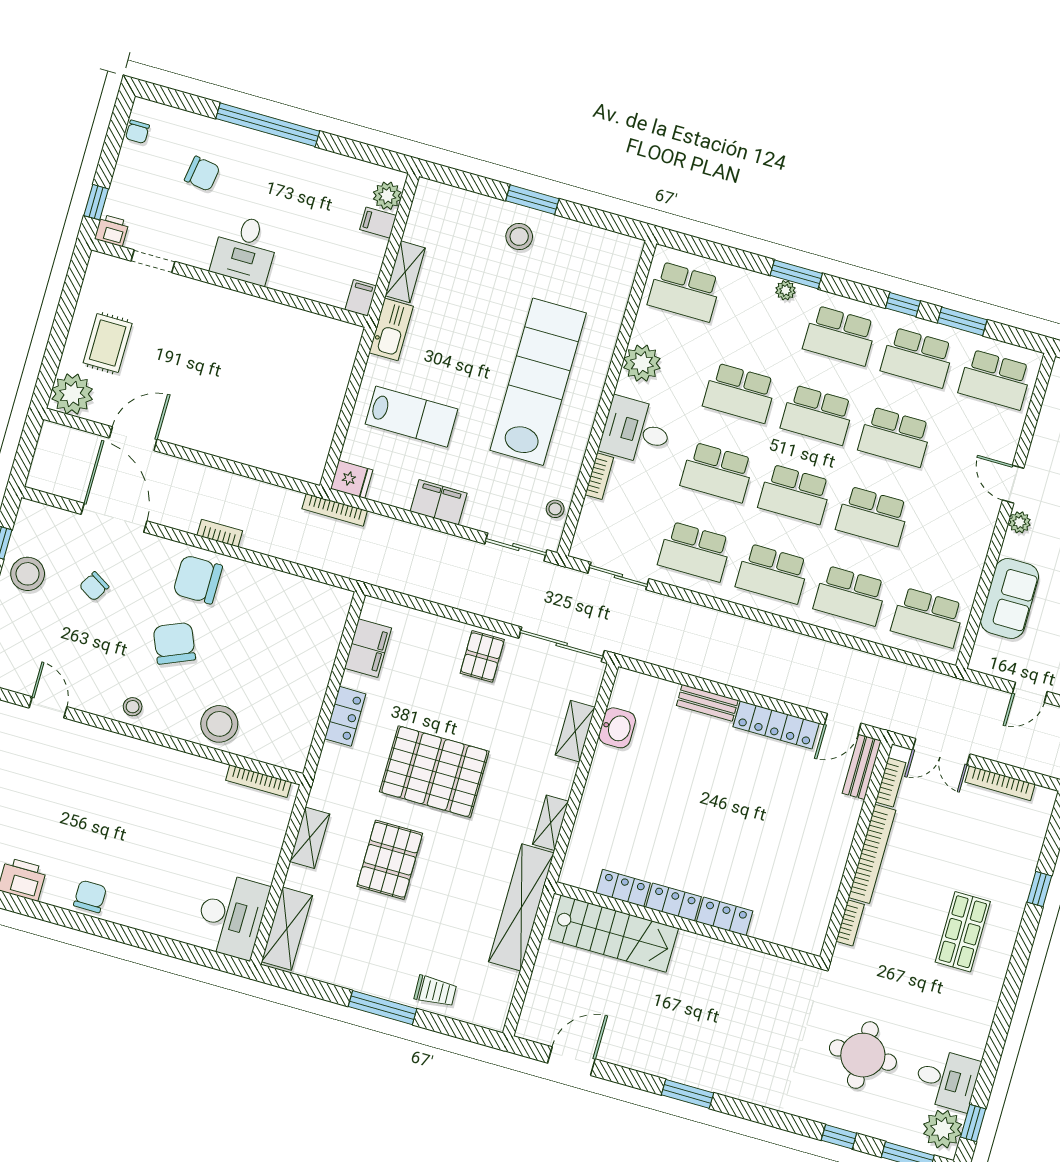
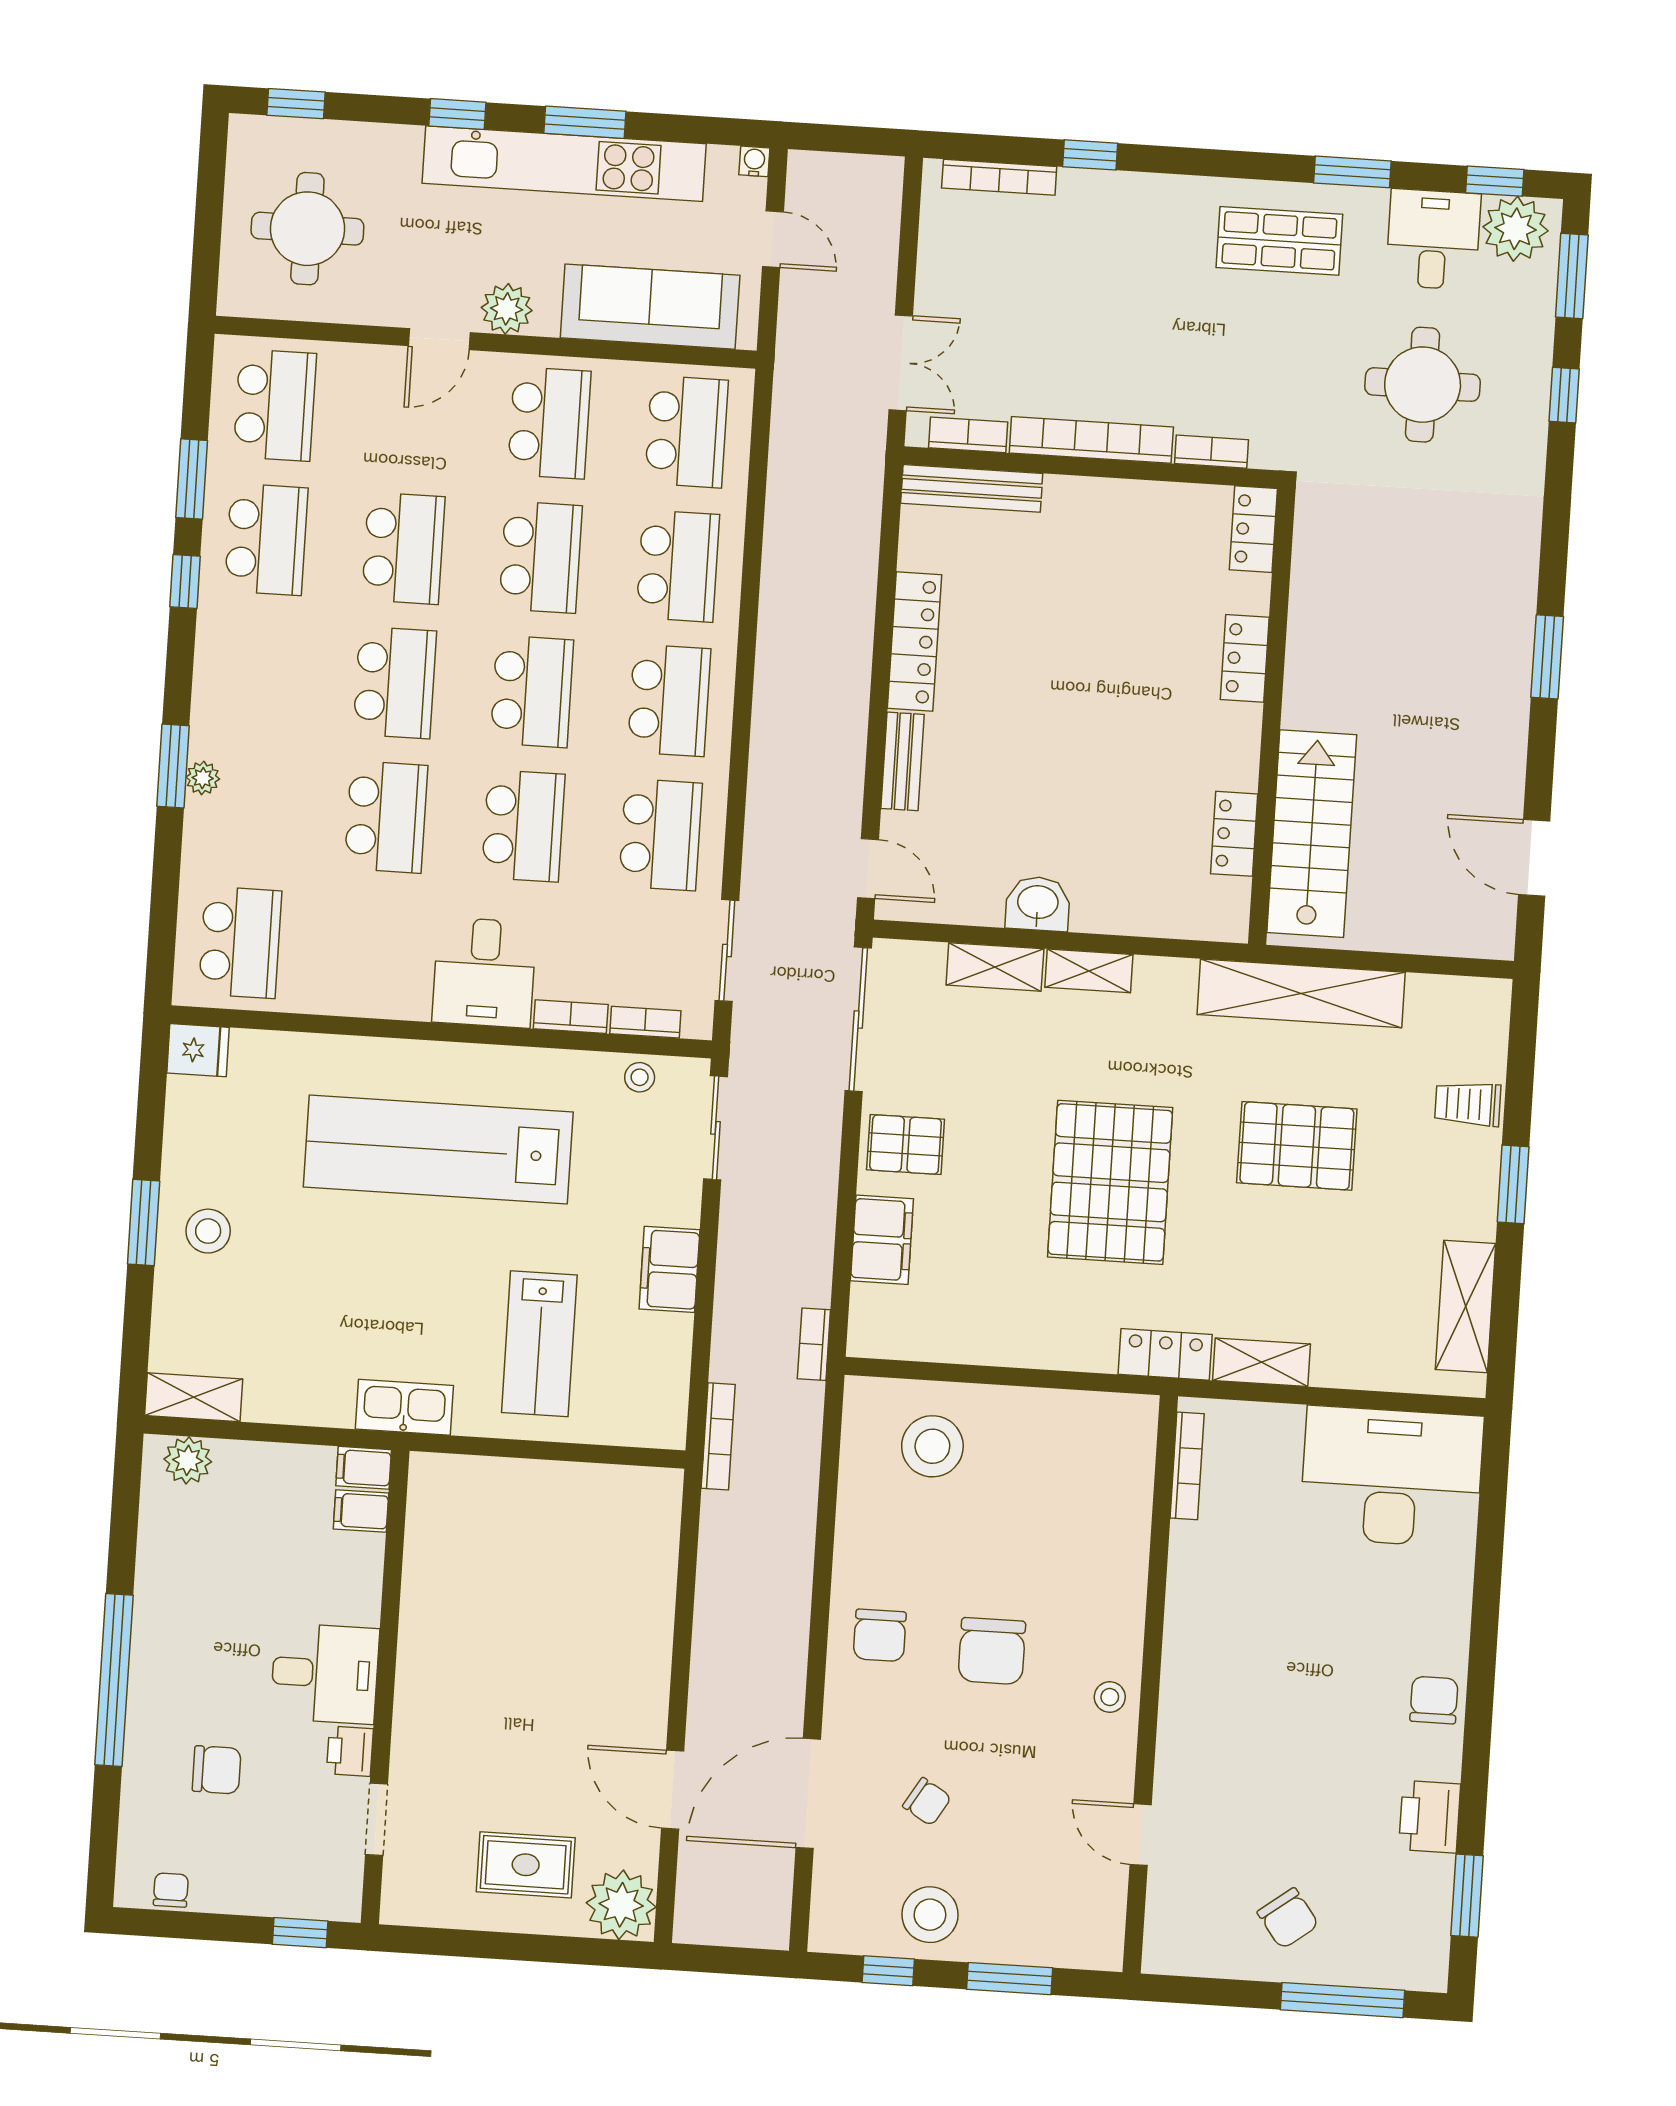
chair: (137, 132) -> (171, 1890), turned -90
chair: (202, 174) -> (217, 1770), turned 81
filing cabinet: (378, 223) -> (361, 1511), moved, turned 90
printer: (112, 230) -> (350, 1751), moved
shelving: (405, 272) -> (194, 1397), moved
school desk: (840, 336) -> (549, 423), moved
plant: (642, 363) -> (372, 987), removed
lab bench: (411, 417) -> (539, 1344), turned 180
fridge: (352, 479) -> (198, 1050), moved, turned 90
bookcase: (587, 519) -> (645, 1022), added
plant: (1020, 522) -> (507, 309), width x1.38, depth x1.38
bookcase: (220, 533) -> (814, 1344), moved
chair: (198, 580) -> (880, 1635), width x0.73, depth x0.73
sofa: (1010, 599) -> (650, 307), width x1.36
chair: (174, 643) -> (992, 1651), turned -67
filing cabinet: (368, 648) -> (882, 1240), moved, turned 90
door: (48, 707) -> (1141, 1835), hinge flipped
locker: (345, 716) -> (1165, 1354), moved
stool: (219, 724) -> (932, 1446), moved
door: (843, 724) -> (868, 869), moved
washbasin: (617, 728) -> (1038, 904), moved
bench: (862, 767) -> (972, 488), width x1.36
bookcase: (1000, 783) -> (999, 177), moved, turned 90
shelving: (551, 823) -> (1089, 971), moved
pallet: (390, 860) -> (1297, 1146), moved
chair: (90, 896) -> (1434, 1700), turned 90
locker: (674, 902) -> (1253, 529), moved
desk: (231, 916) -> (1392, 1477), width x1.36, depth x1.30
shelving: (287, 929) -> (1466, 1306), moved, turned 90
shop shelf: (963, 932) -> (1279, 241), moved
trolley: (435, 991) -> (1468, 1104), turned -88
window: (382, 1008) -> (1513, 1184), width x0.69
window: (996, 1041) -> (1352, 172), added

